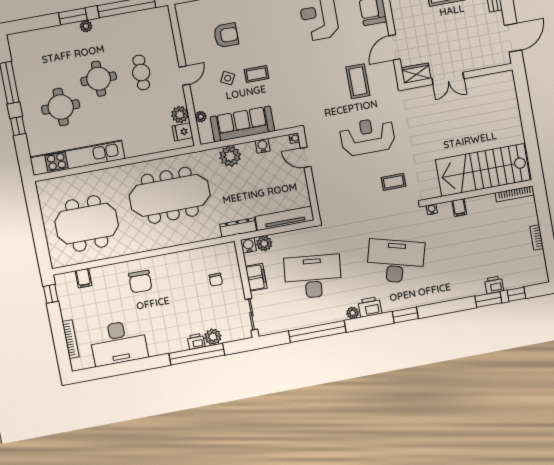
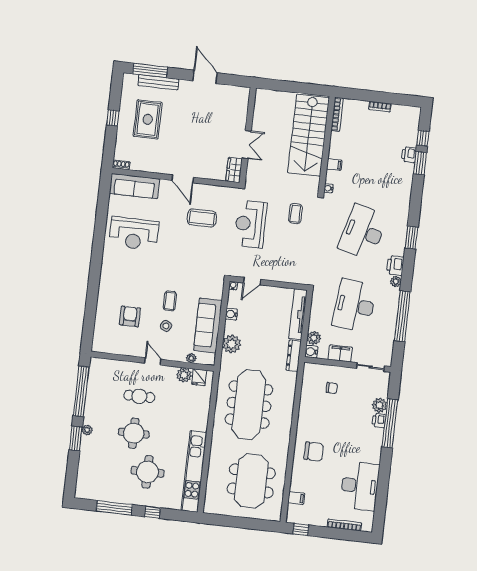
wardrobe: (416, 73) -> (234, 170), moved
wall: (458, 76) -> (248, 135), moved
double door: (448, 78) -> (247, 145), moved

